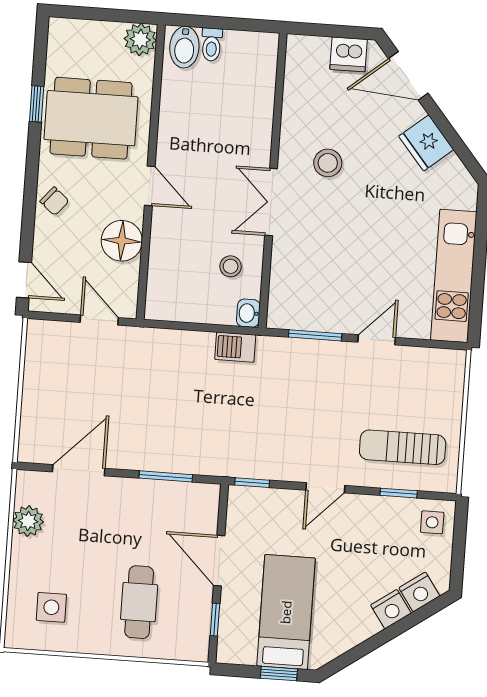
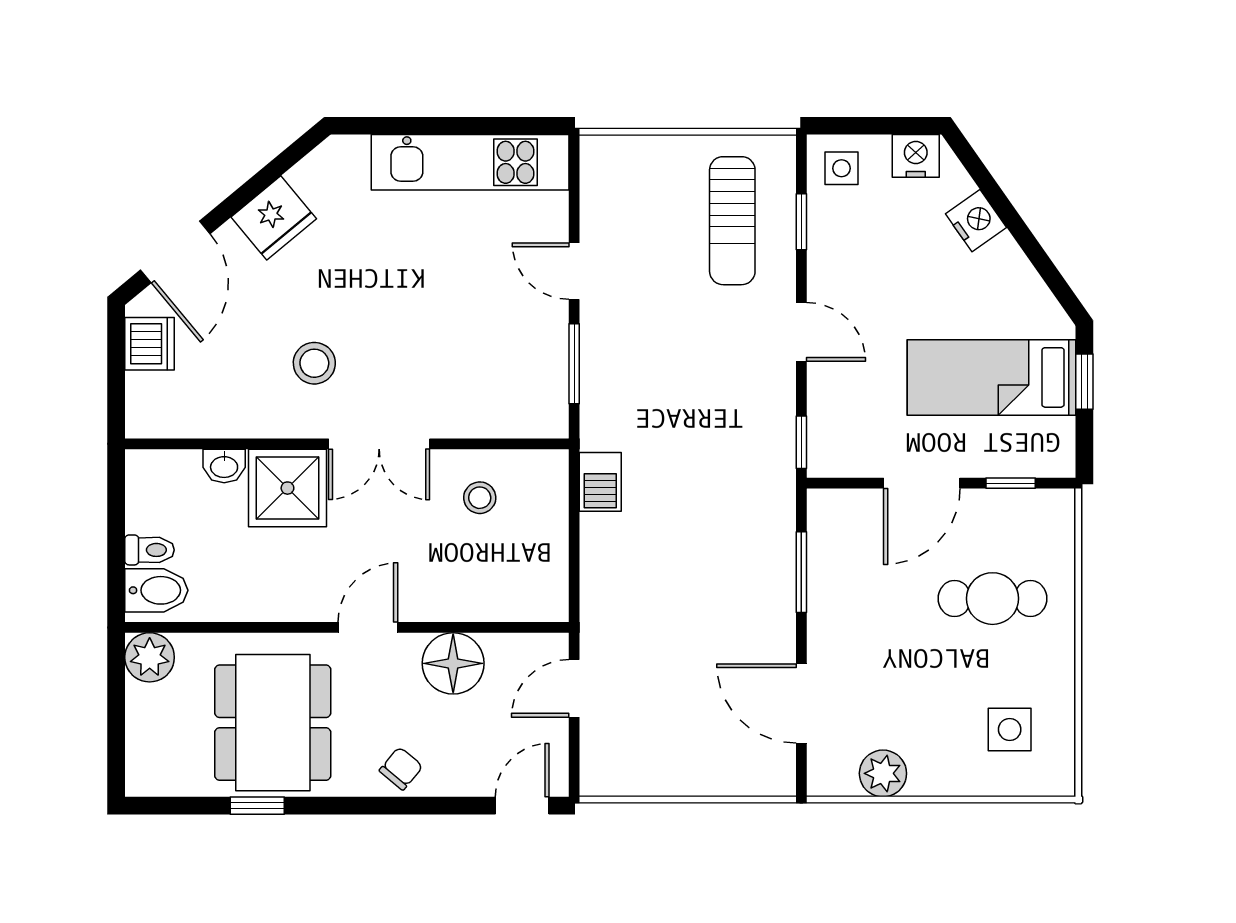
shower: (246, 139) -> (287, 488), added
washbasin: (248, 313) -> (224, 466), moved
nightstand: (419, 592) -> (916, 156), moved, turned -55

